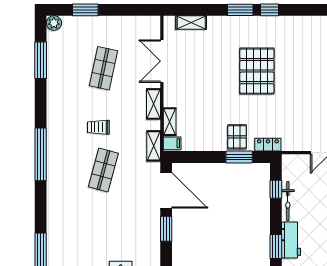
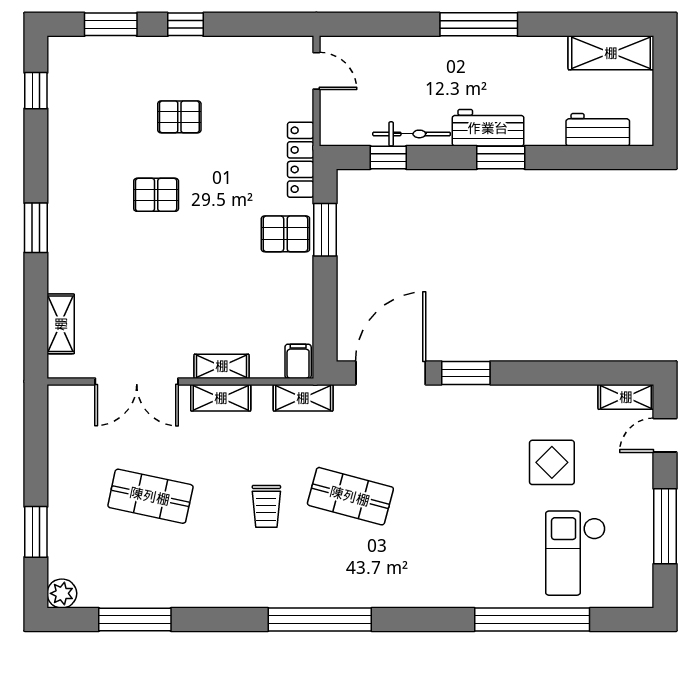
window: (270, 10) -> (36, 91), moved
pallet: (257, 71) -> (156, 195), width x0.49, depth x0.50
pallet: (297, 83) -> (179, 117), added
shelving: (170, 122) -> (222, 366), moved
locker: (268, 145) -> (301, 160), width x1.53

